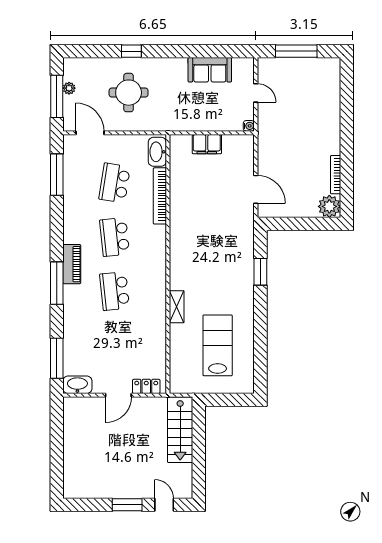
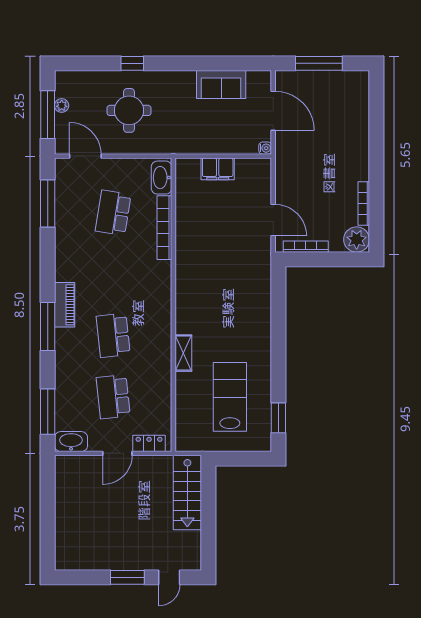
door: (256, 93) -> (273, 111), width x1.87
bookcase: (285, 213) -> (306, 247), added
school desk: (115, 237) -> (113, 397), moved
window: (260, 272) -> (278, 418), moved
door: (164, 505) -> (169, 577), swing flipped

